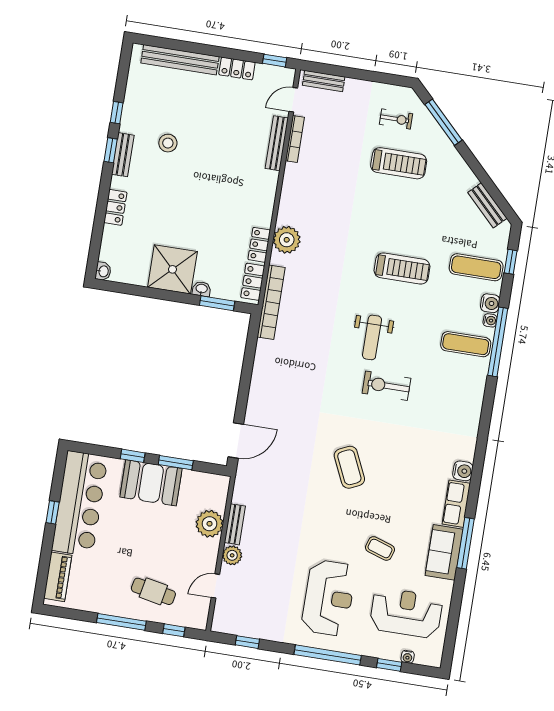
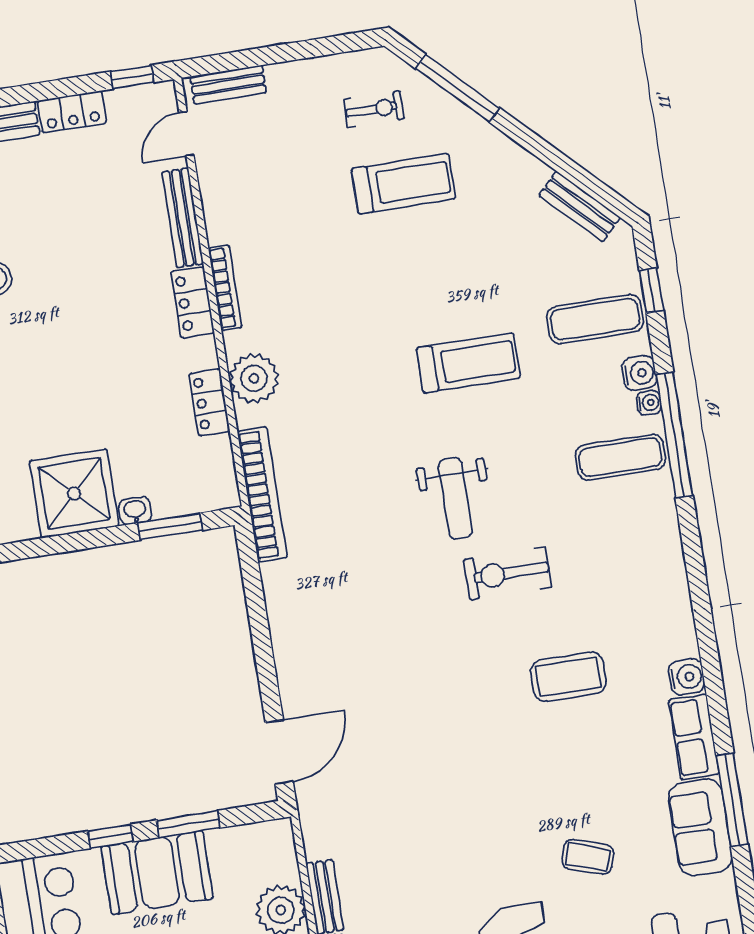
bookcase: (295, 139) -> (225, 288), moved
locker: (253, 282) -> (193, 302), moved
coffee table: (349, 467) -> (568, 677), moved, turned -65

